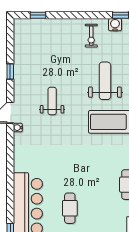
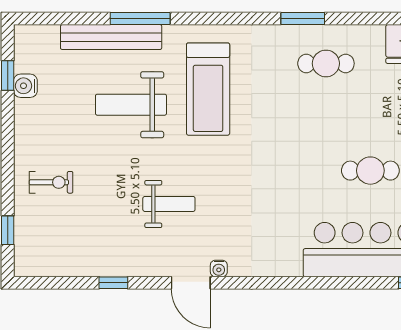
exercise bike: (91, 36) -> (51, 182), moved
weight bench: (52, 101) -> (169, 204), turned 180

